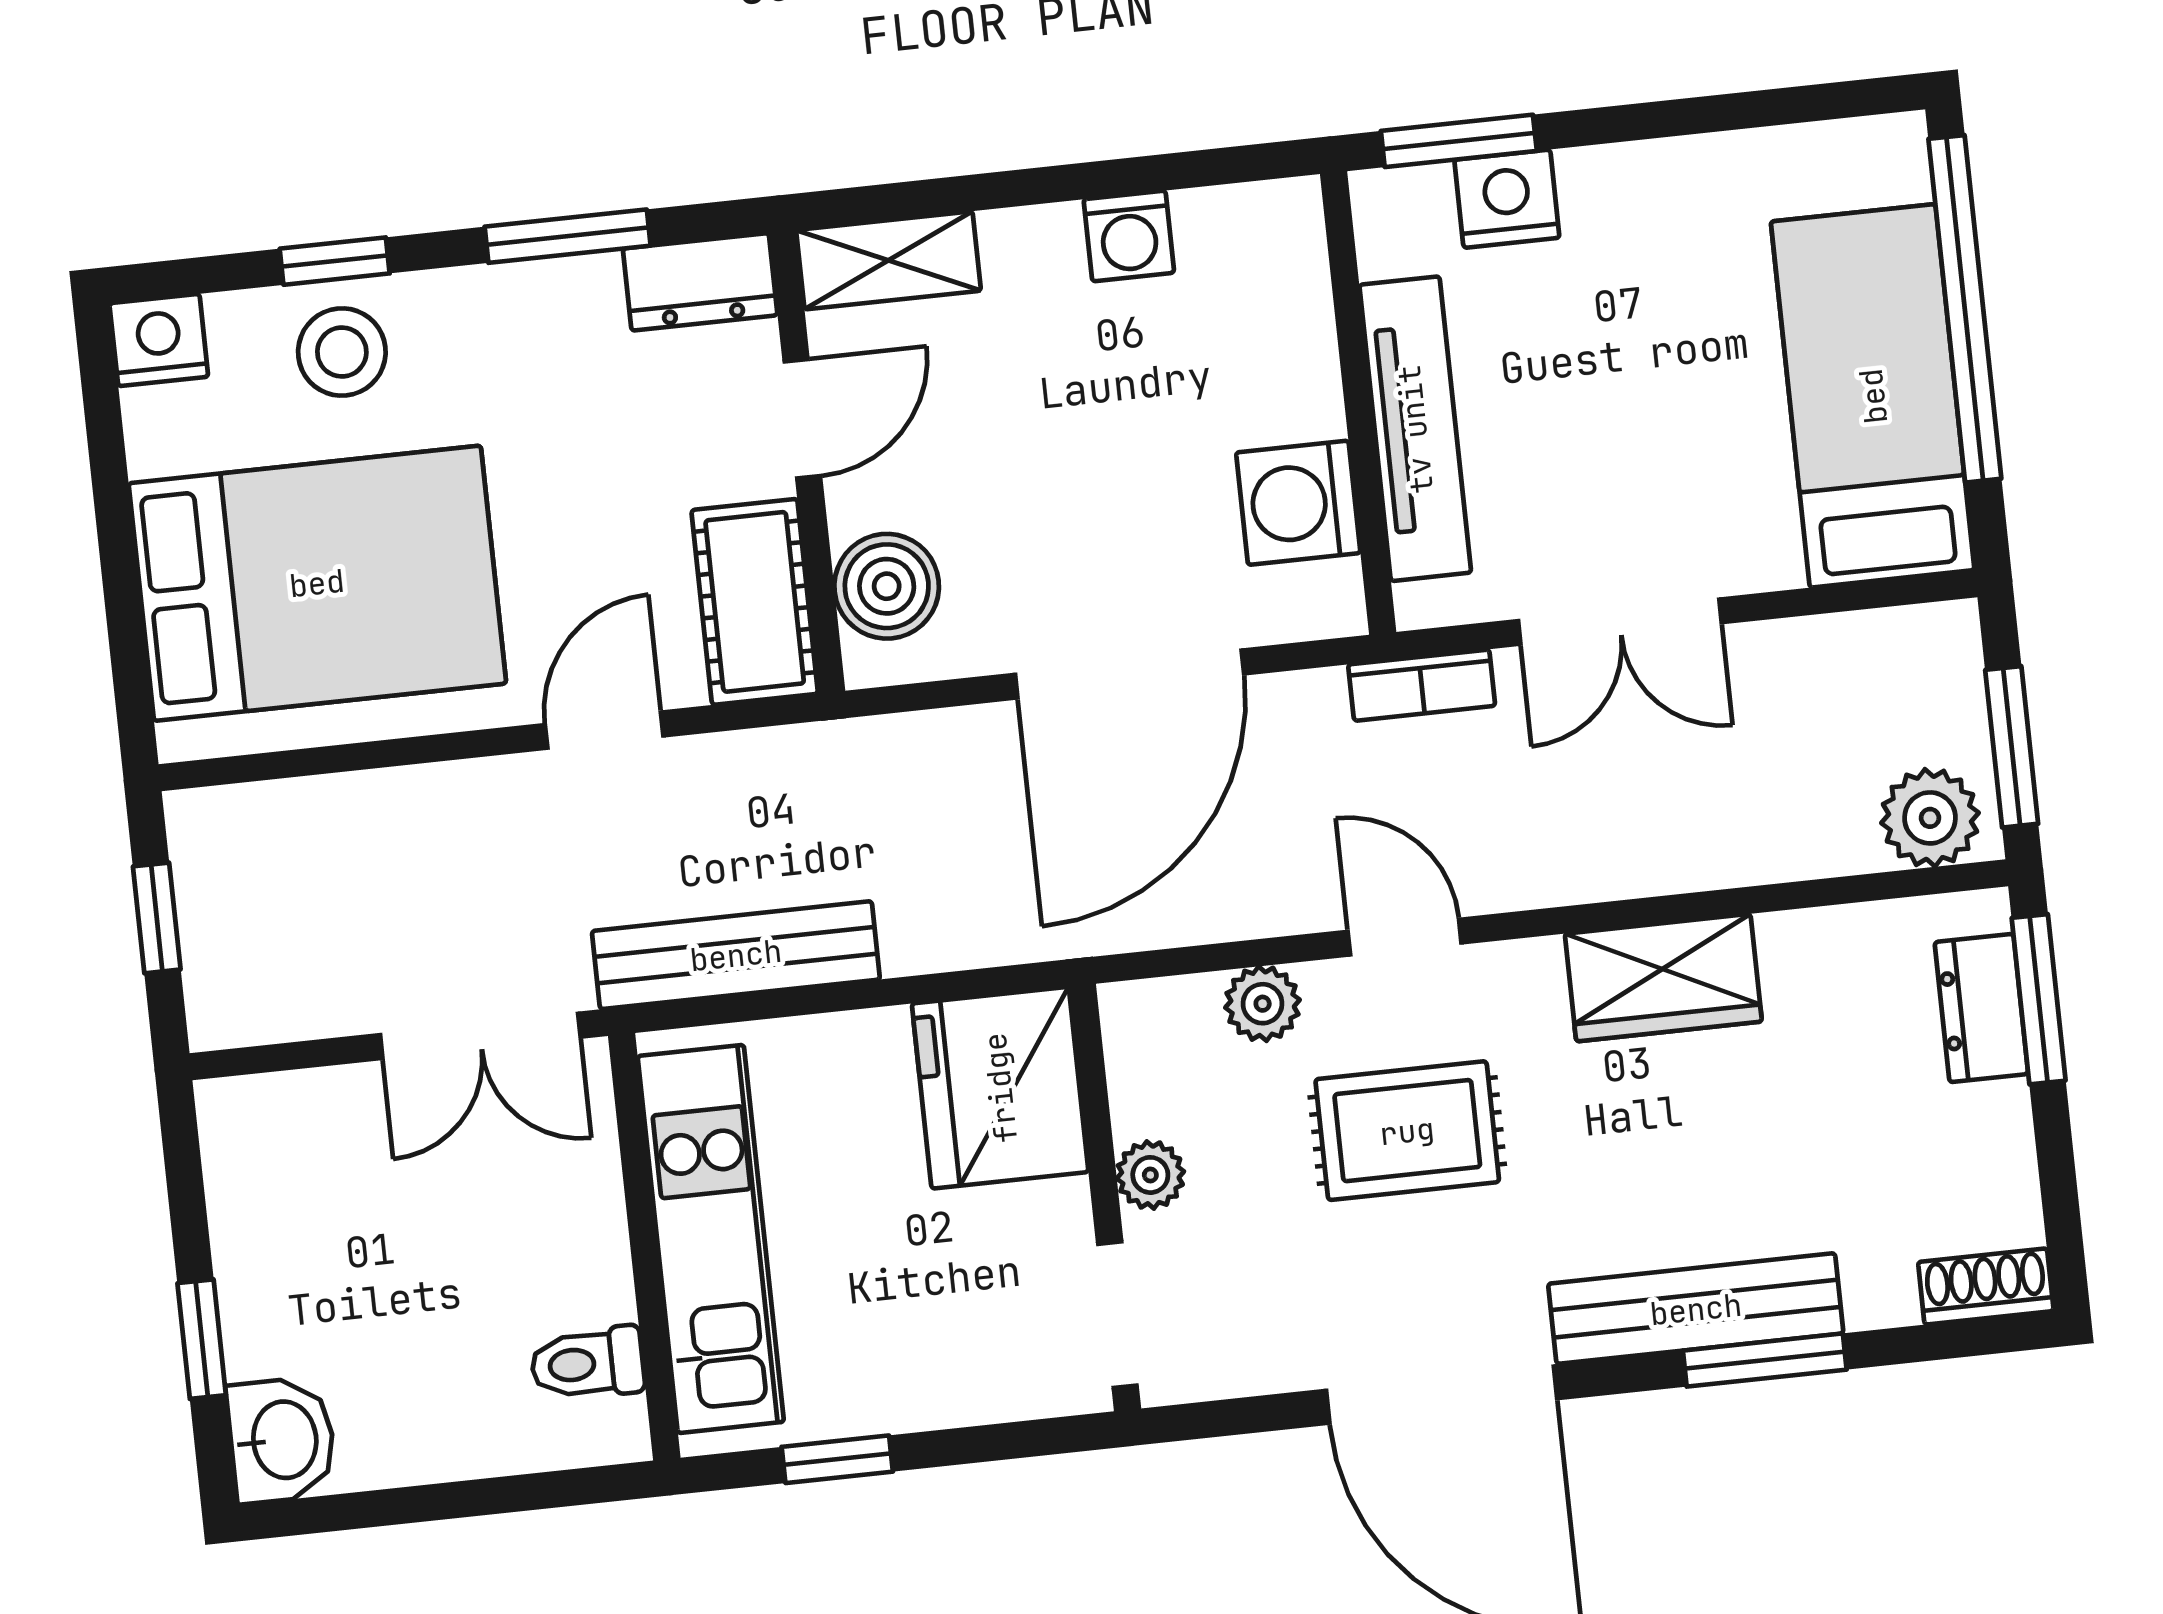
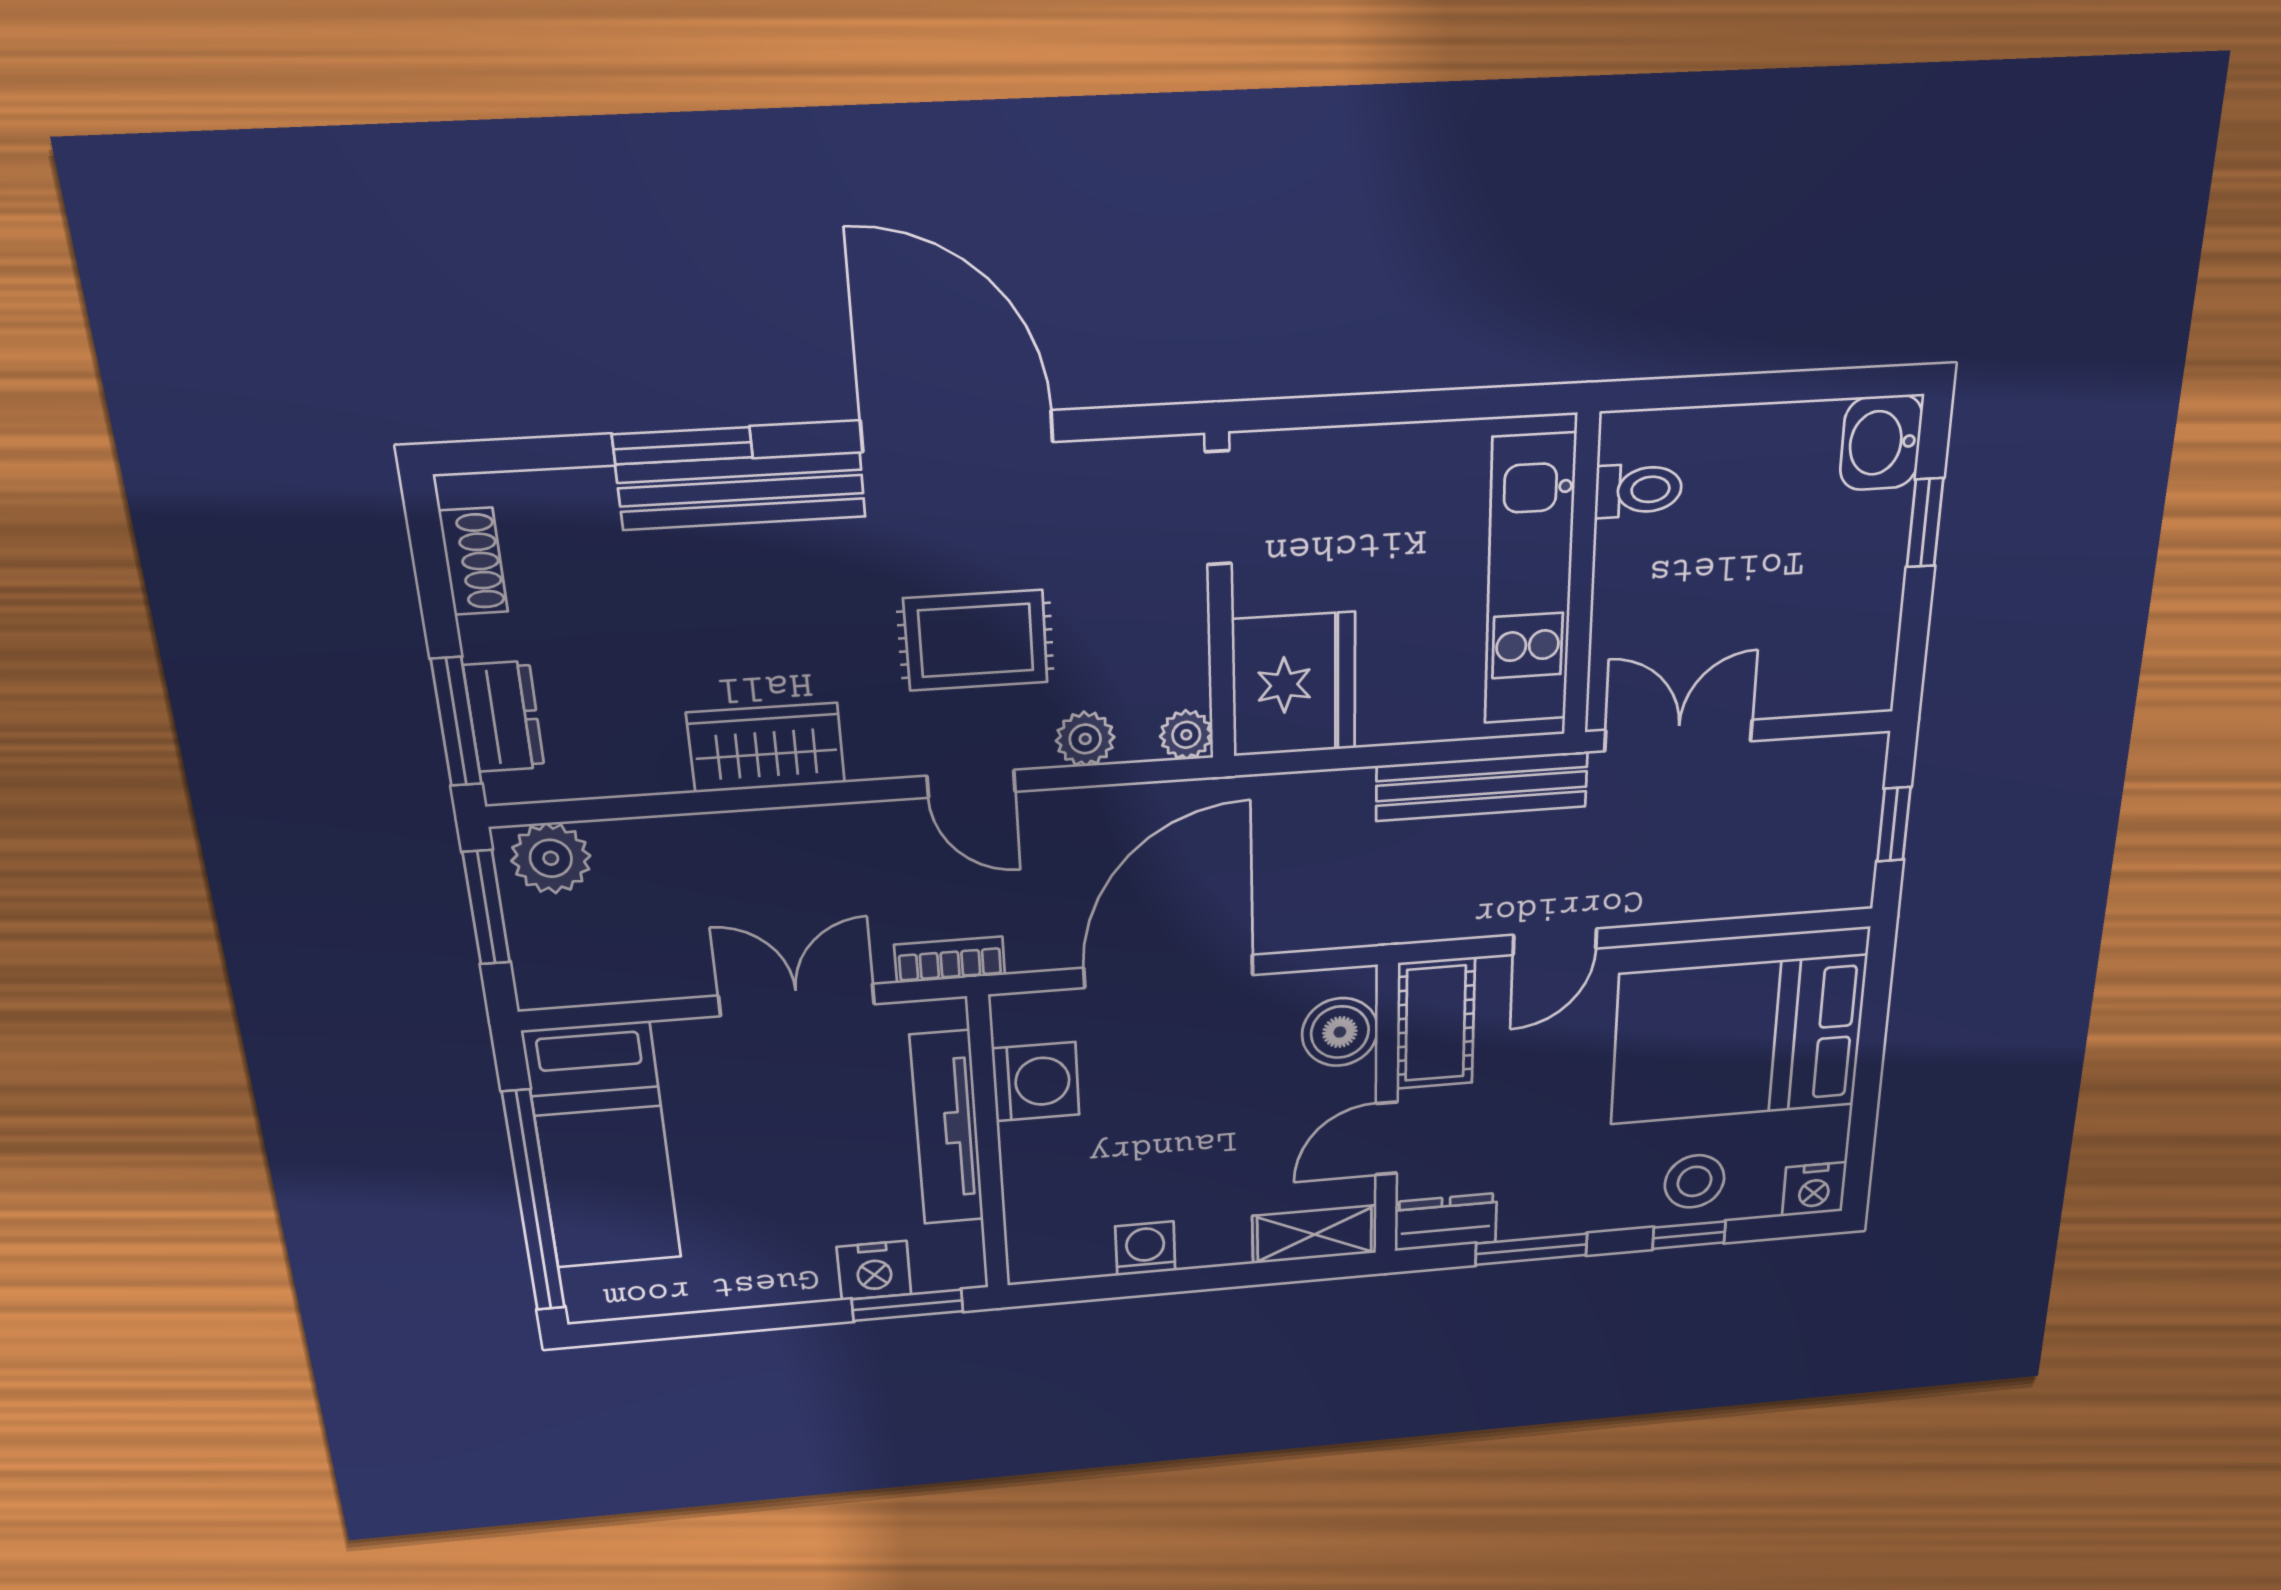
plant: (1150, 1175) -> (1186, 735), moved
shoe rack: (1986, 1286) -> (473, 561), moved, turned -90
window: (837, 1459) -> (1454, 405), removed

